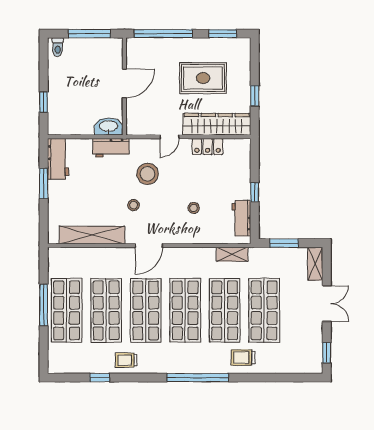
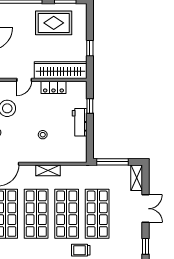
rug: (203, 78) -> (54, 23), moved
window: (255, 192) -> (90, 106), moved
workbench: (241, 218) -> (80, 122), moved
window: (284, 243) -> (113, 162), width x1.44
shelving: (232, 254) -> (48, 170), moved

